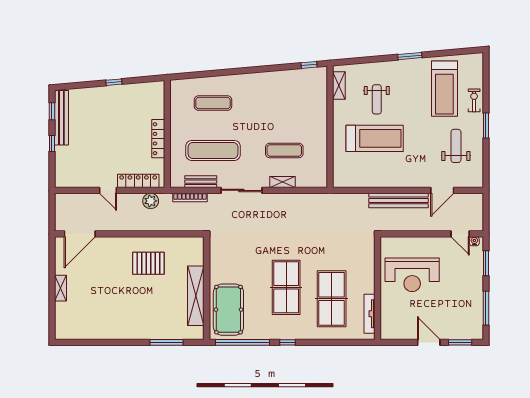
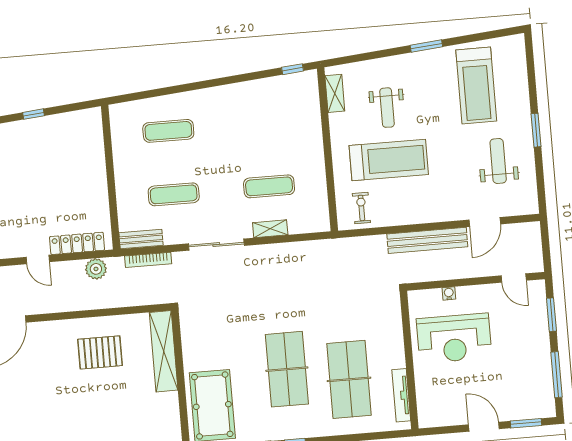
exercise bike: (474, 100) -> (361, 208), moved
locker: (158, 139) -> (99, 185), removed
exercise mat: (213, 150) -> (174, 194), width x0.73, depth x0.69
bench: (201, 182) -> (141, 239), moved
water cooler: (474, 241) -> (449, 293), moved
shelving: (196, 296) -> (164, 351), moved

